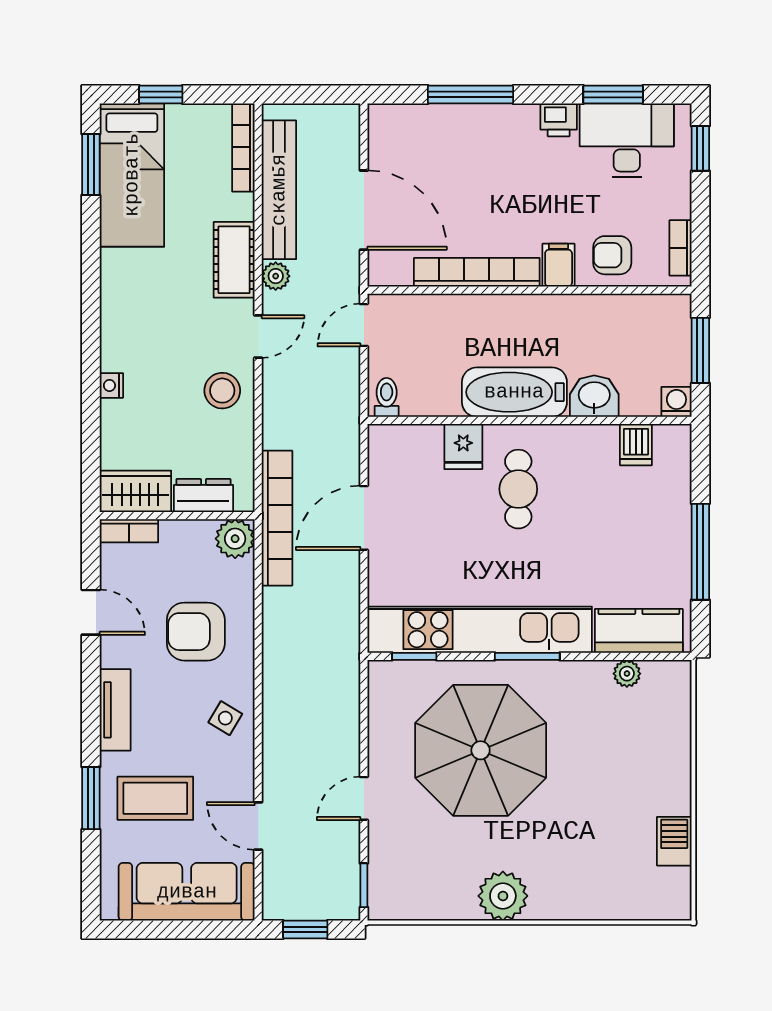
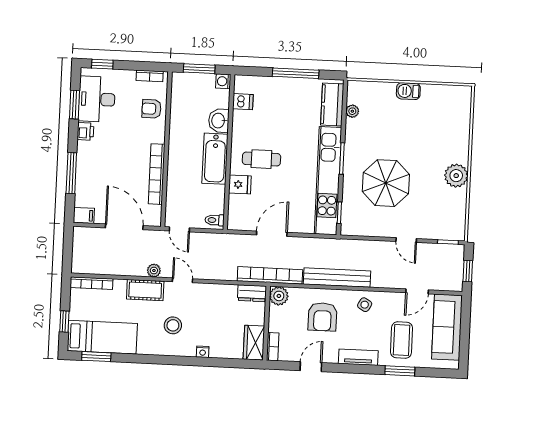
bench: (279, 190) -> (337, 278), moved
door: (364, 210) -> (124, 227), hinge flipped
armchair: (612, 255) -> (152, 109), turned 90
filing cabinet: (559, 265) -> (84, 215), moved, turned 180
stool: (222, 391) -> (173, 325), moved
dresser: (203, 495) -> (252, 293), moved, turned -90
door: (364, 518) -> (272, 234), swing flipped
parasol: (481, 750) -> (386, 183), width x0.73, depth x0.73
barbecue: (674, 841) -> (408, 91), moved

